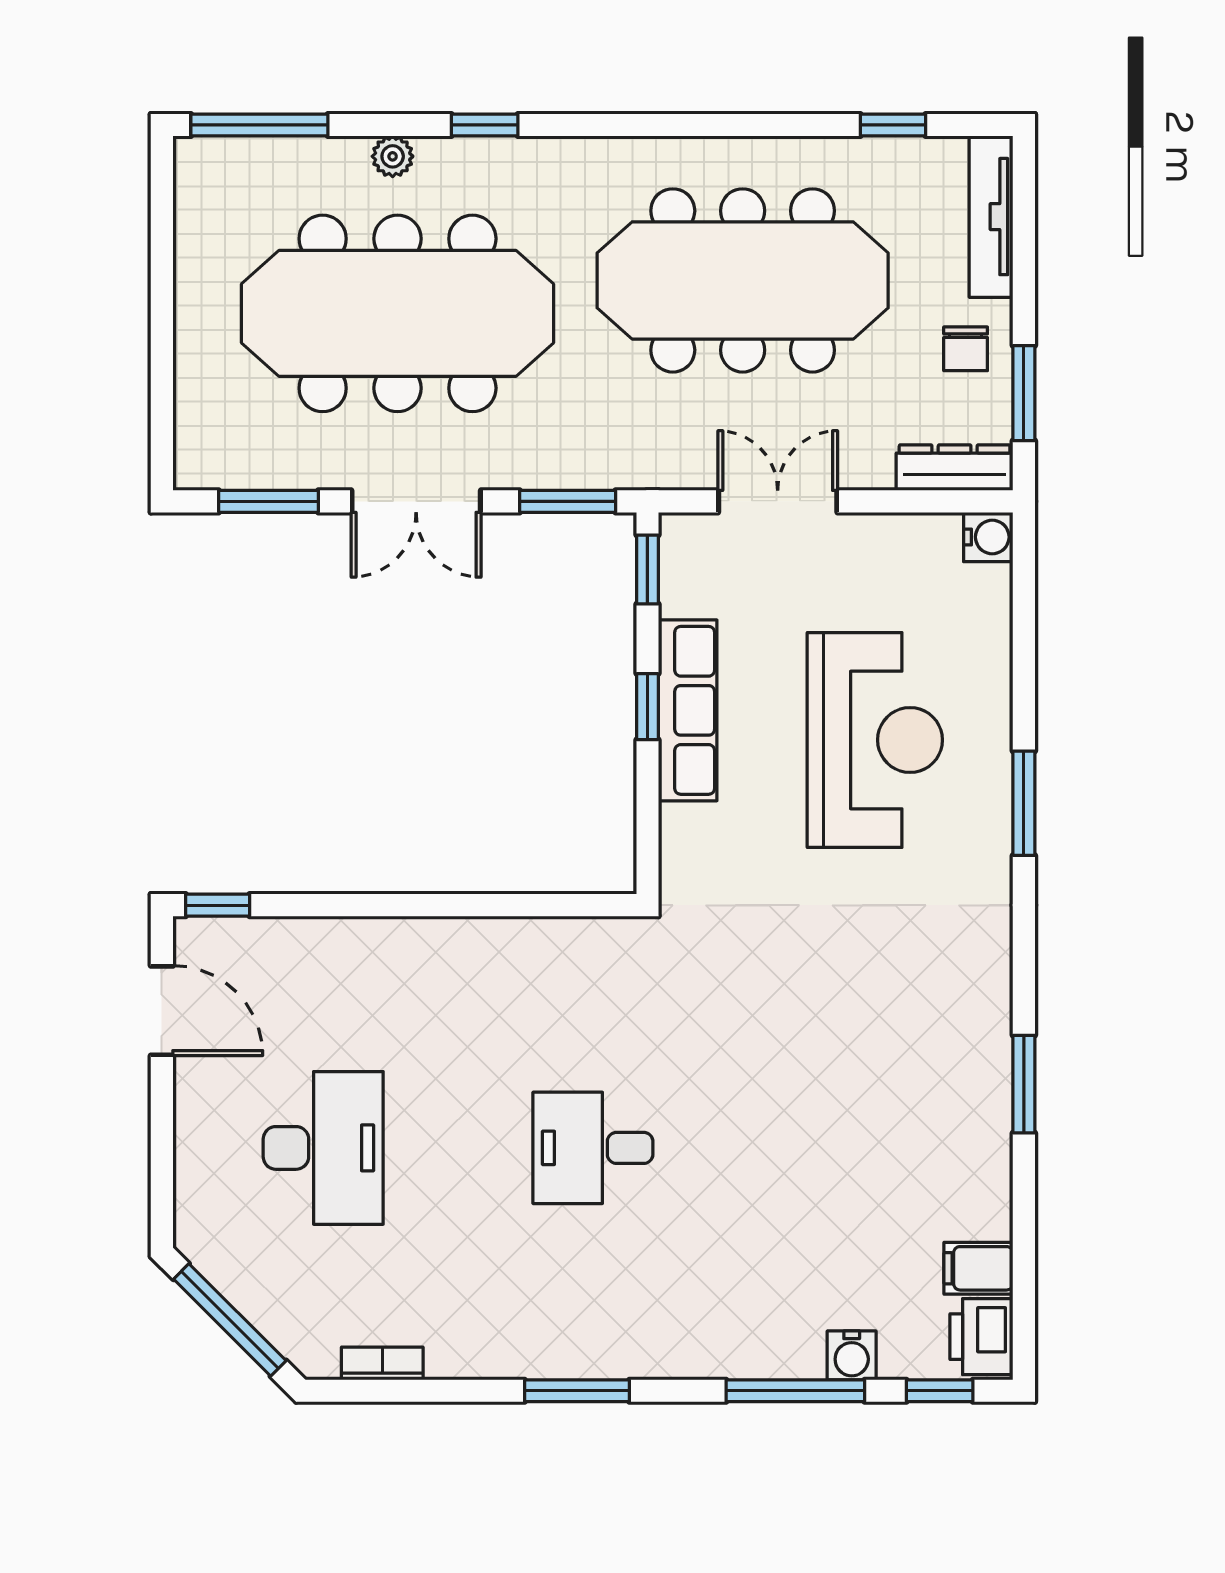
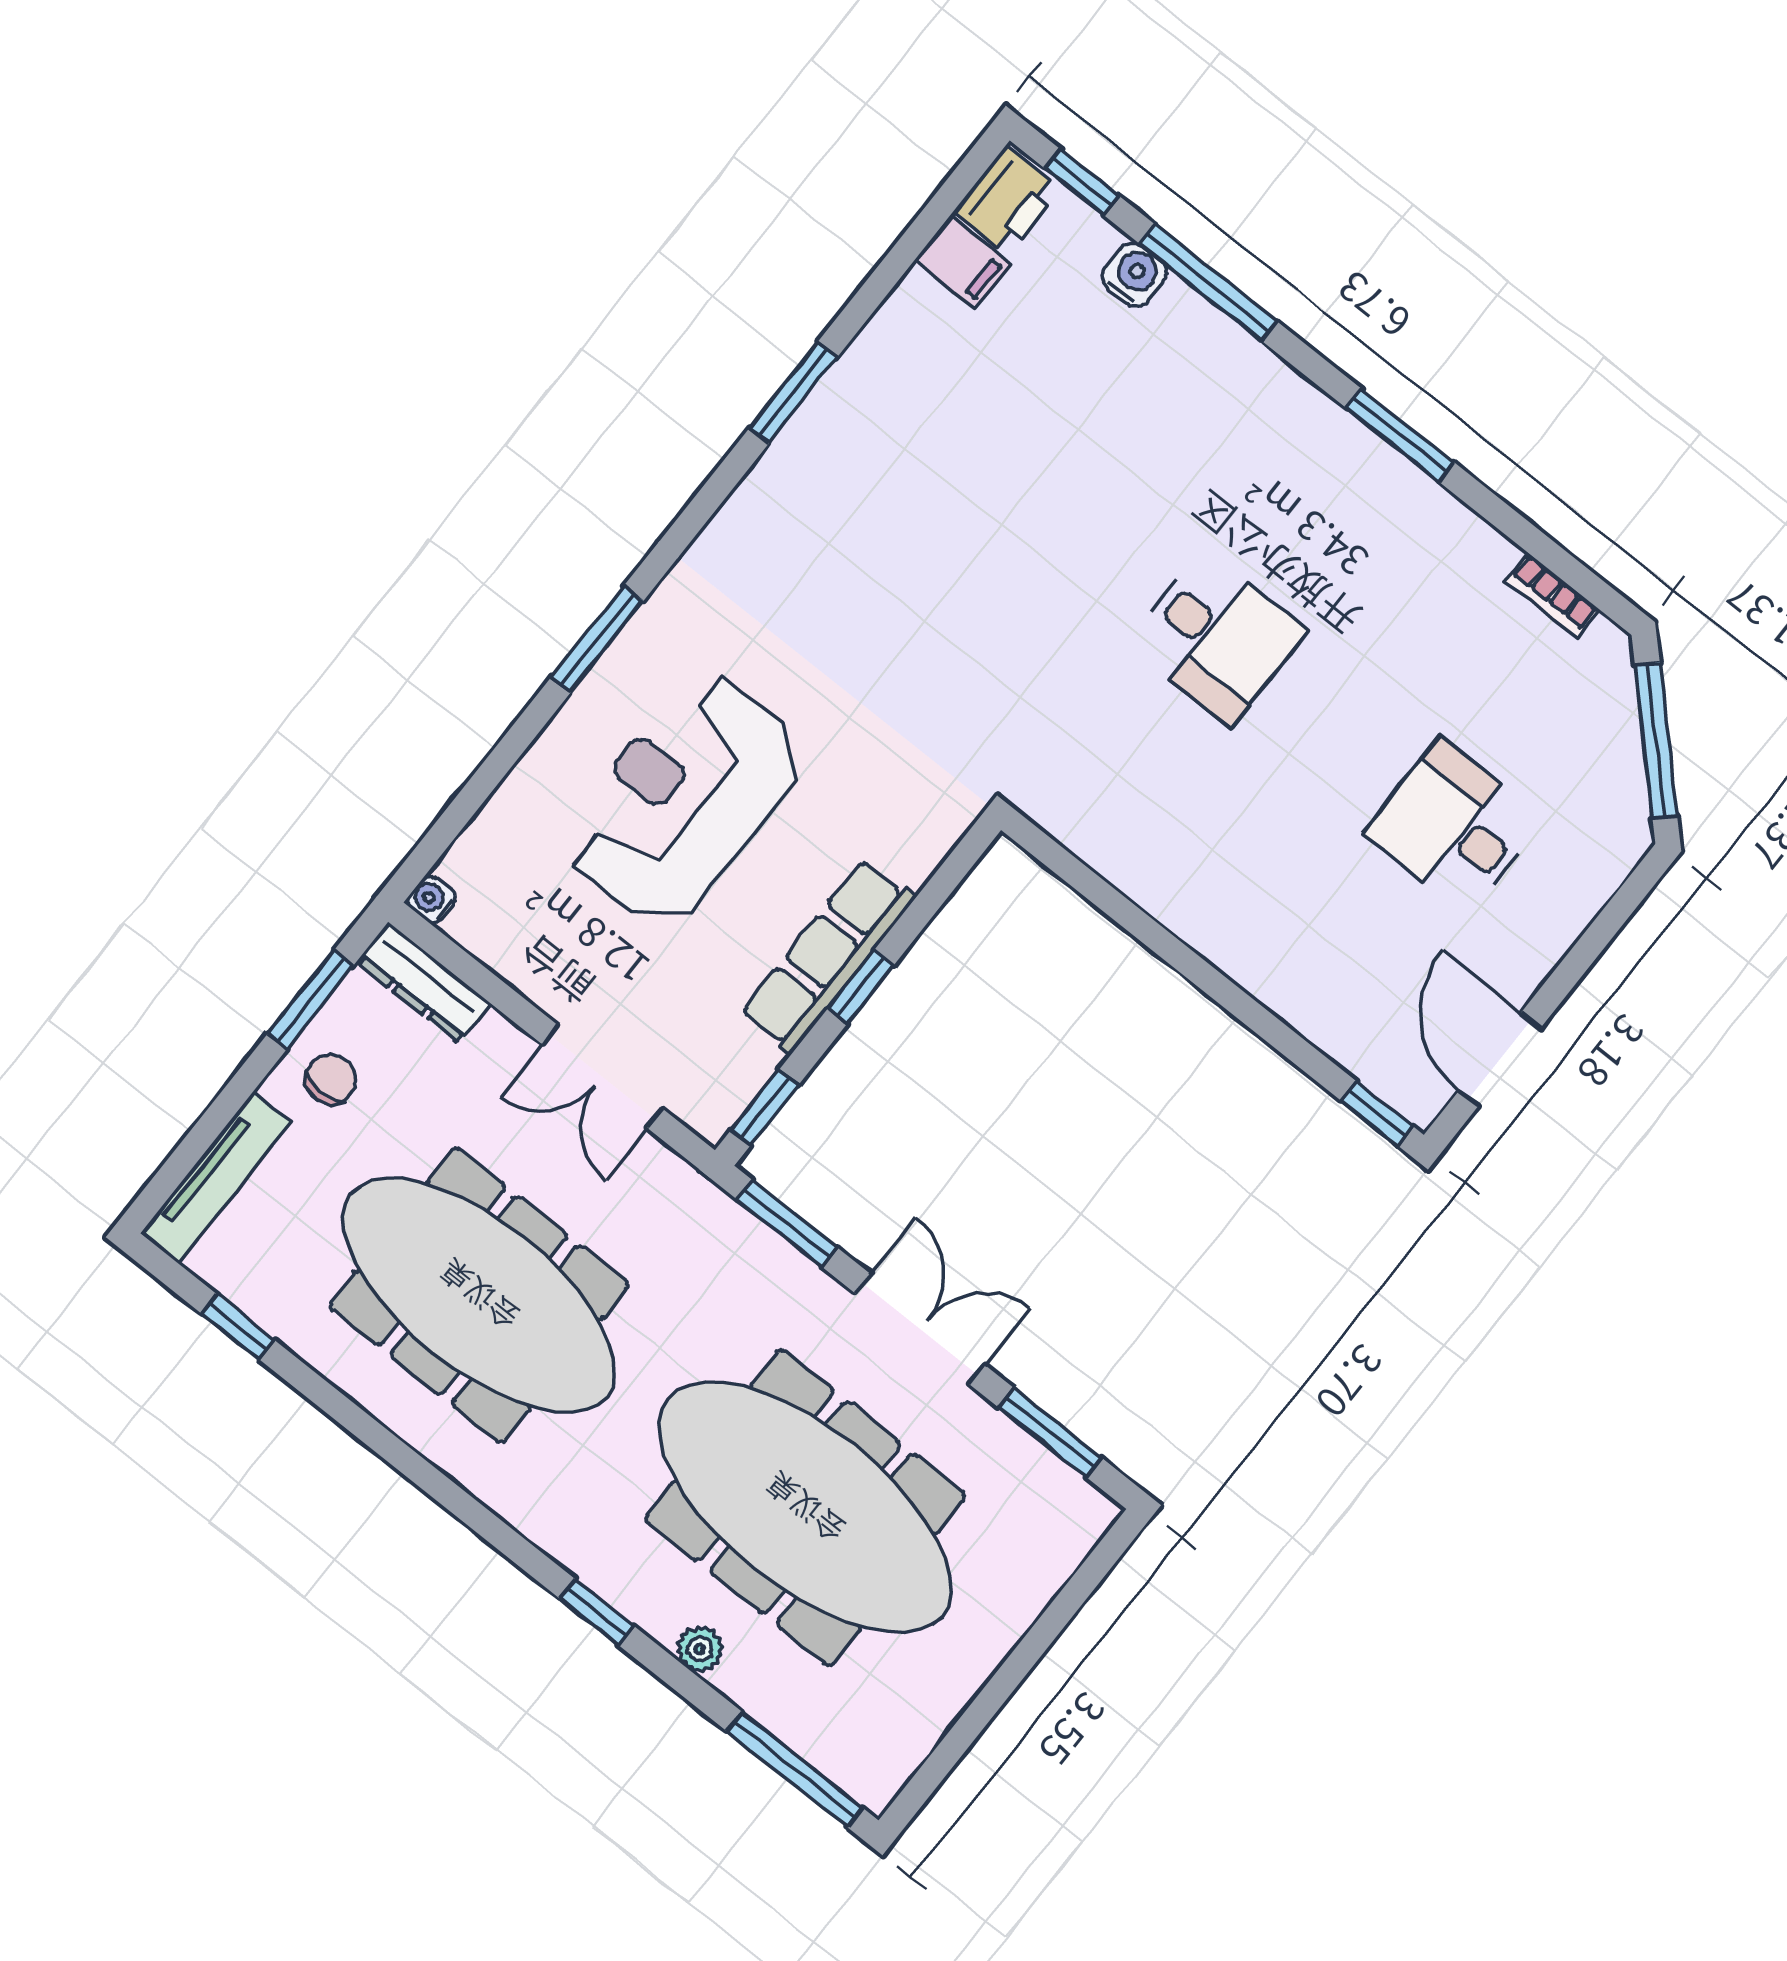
water cooler: (988, 537) -> (432, 899), width x0.72, depth x0.72
desk: (323, 1148) -> (1454, 826), width x0.73

